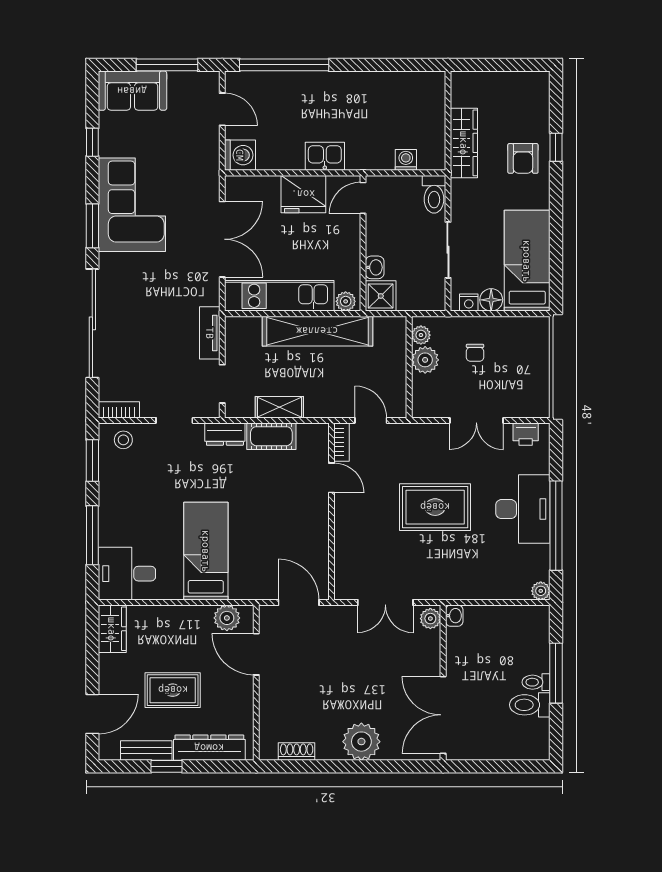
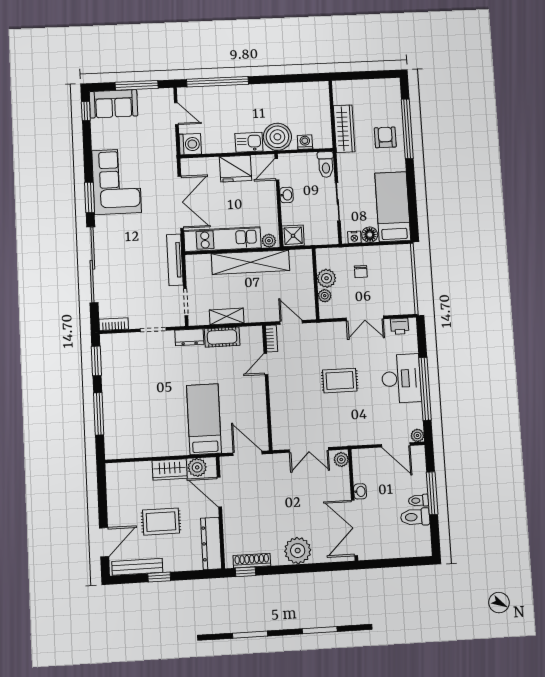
window: (92, 142) -> (86, 111), moved
window: (556, 147) -> (407, 129), width x3.17
boiler: (366, 150) -> (277, 137), added
armchair: (523, 158) -> (385, 137), turned 180
washbasin: (375, 267) -> (286, 195), moved
tv unit: (210, 333) -> (175, 260), width x1.41
plant: (421, 335) -> (325, 296), moved
stool: (123, 440) -> (118, 345), removed
door: (331, 478) -> (266, 364), swing flipped
rug: (435, 507) -> (340, 381), width x0.73, depth x0.70
bed: (206, 551) -> (204, 419), moved
desk: (127, 574) -> (125, 440), removed
door: (509, 602) -> (396, 445), added
washbasin: (454, 616) -> (360, 491), moved
wardrobe: (112, 629) -> (170, 470), moved, turned 90
dresser: (209, 748) -> (211, 543), moved, turned -90
bench: (146, 751) -> (137, 567), width x1.36
shoe rack: (297, 751) -> (252, 561), width x1.43
window: (287, 766) -> (245, 572), added

